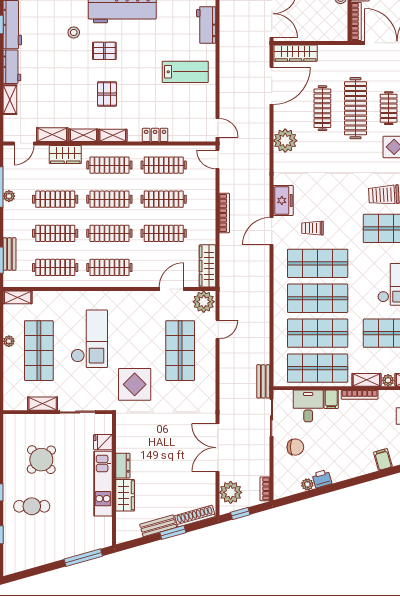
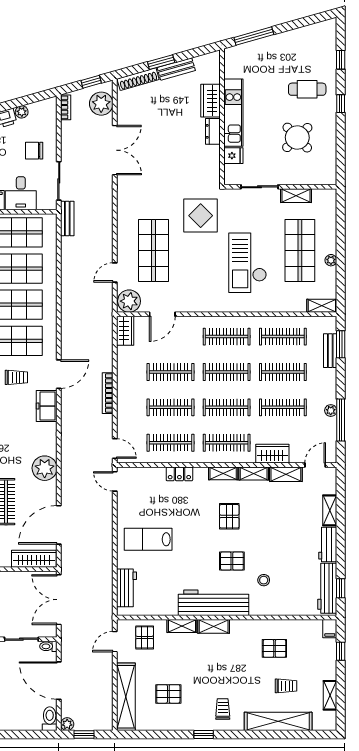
wardrobe: (207, 266) -> (125, 331), width x0.67

